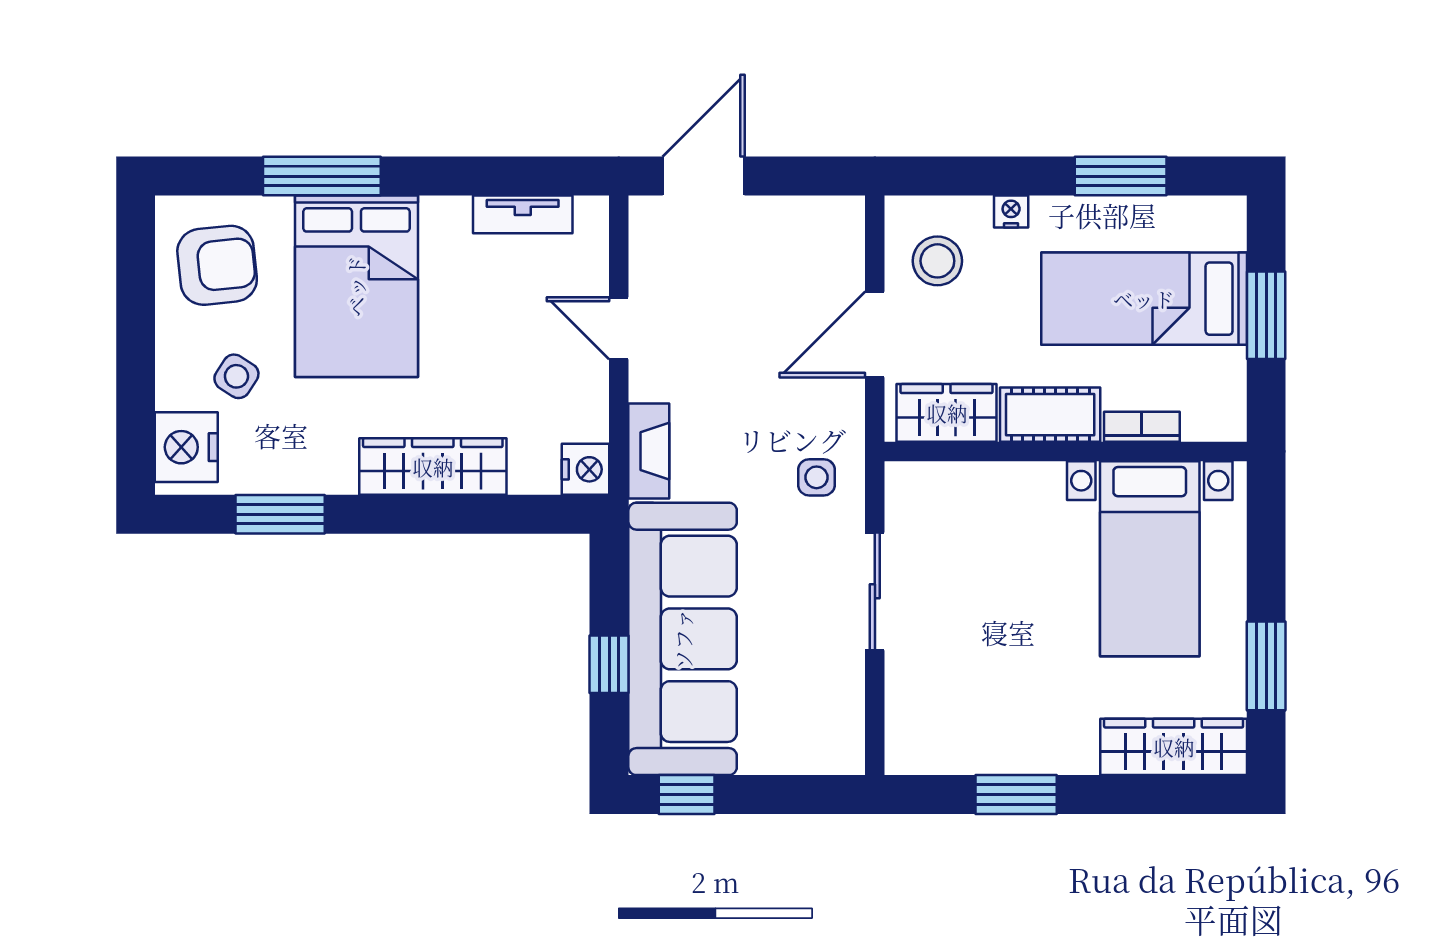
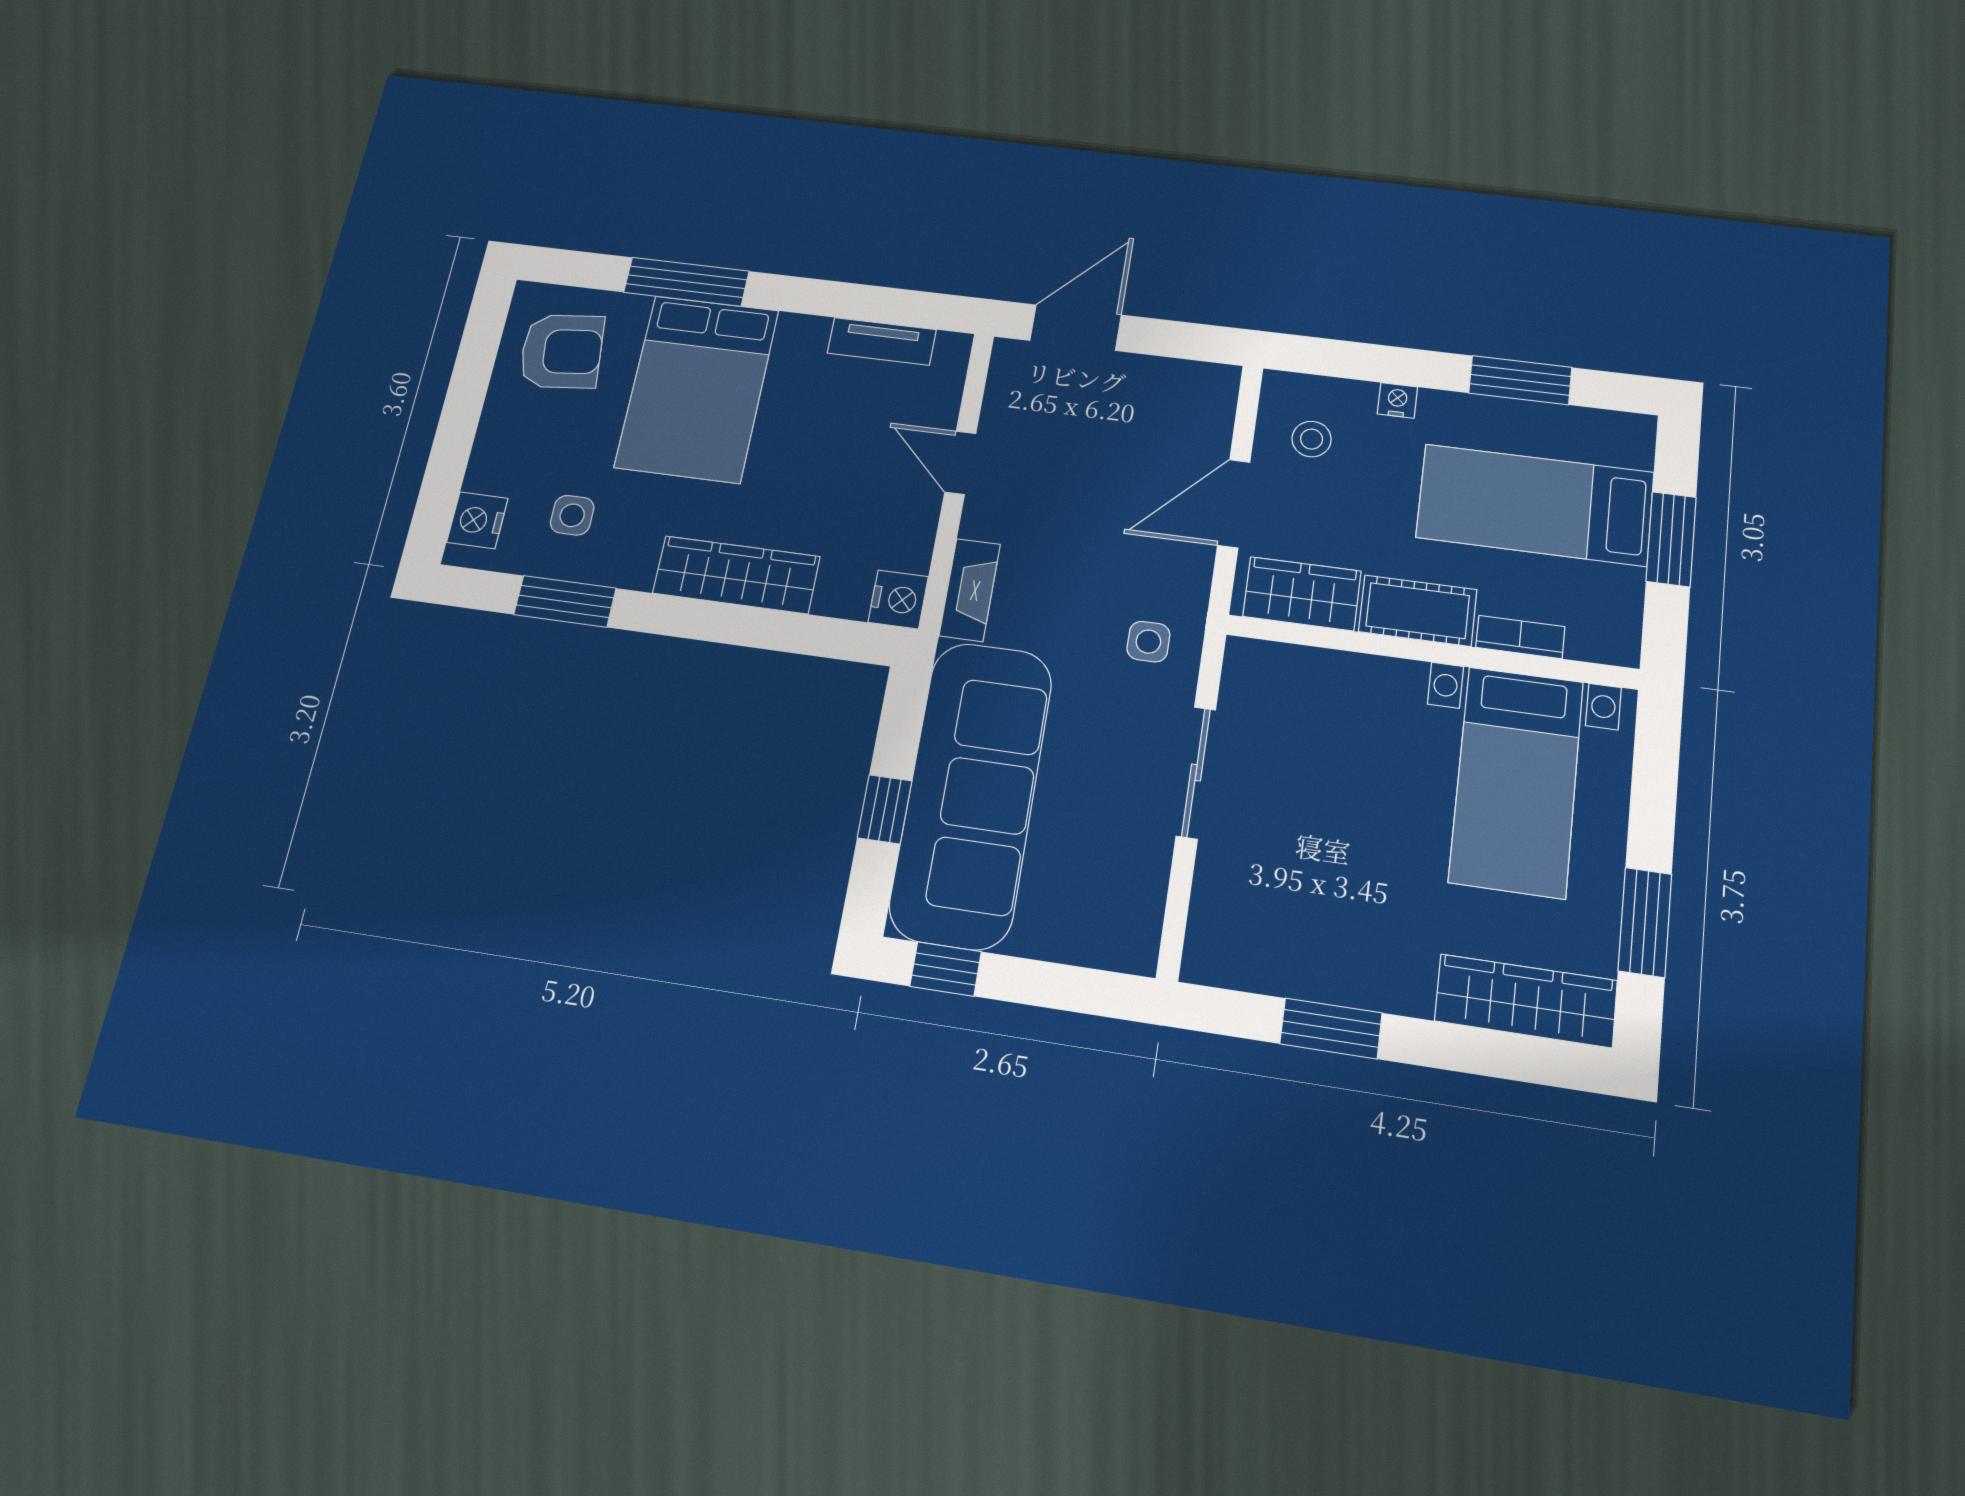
stool: (937, 261) -> (1312, 439), width x0.73, depth x0.73
side table: (236, 376) -> (572, 515), moved, turned -33
nightstand: (186, 447) -> (477, 520), width x0.74, depth x0.75

